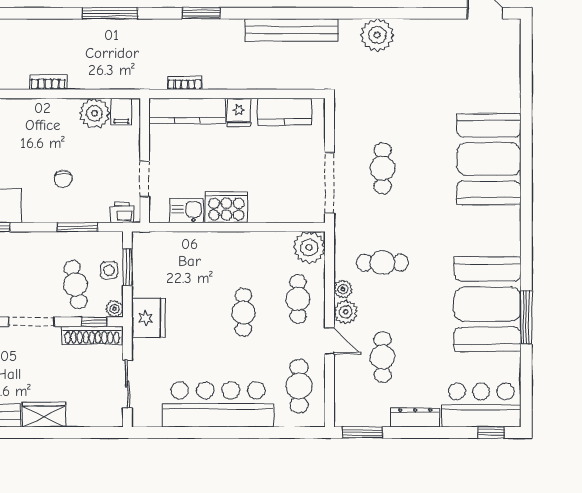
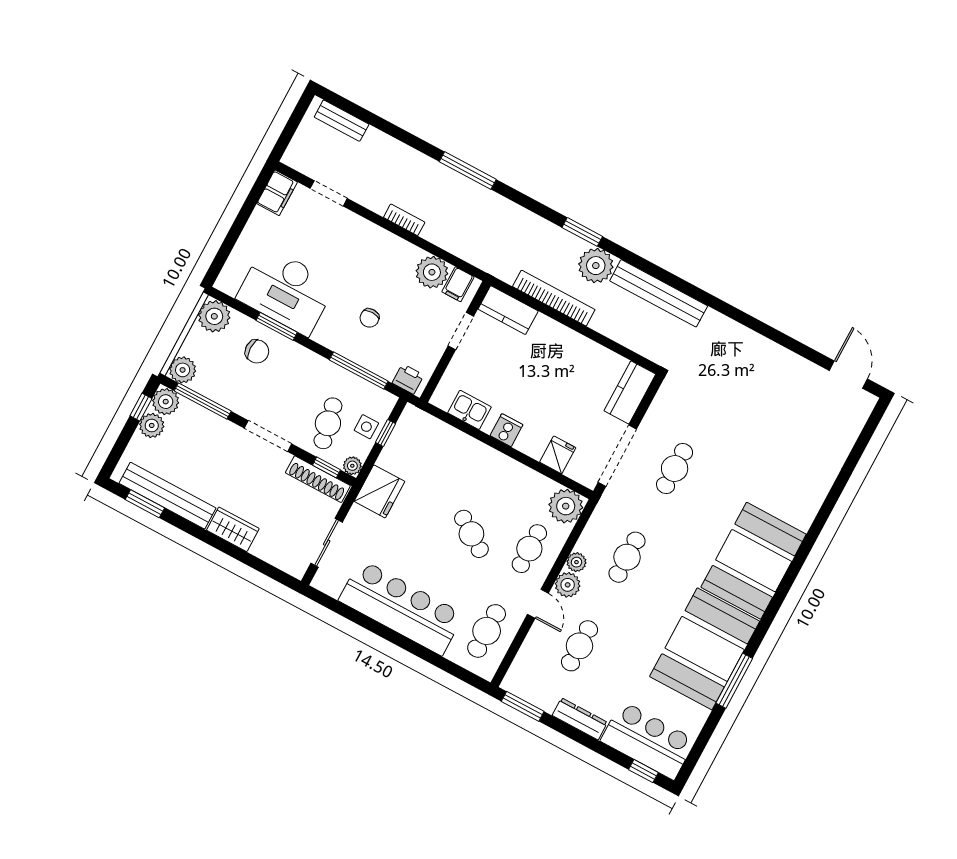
window: (110, 13) -> (468, 171), moved
plant: (377, 35) -> (596, 266), moved
bookcase: (185, 83) -> (554, 298), width x2.31, depth x1.31
kitchen counter: (187, 111) -> (508, 310), width x0.67
fridge: (239, 112) -> (558, 455), moved, turned 180
kitchen counter: (284, 112) -> (630, 392), moved, turned 90
booth: (489, 159) -> (754, 561), moved
doorway: (145, 179) -> (461, 331), moved
cooker: (226, 207) -> (506, 430), width x0.53, depth x0.76
window: (77, 227) -> (359, 370), width x1.44
cafe table: (383, 263) -> (627, 557), turned 90
window: (127, 267) -> (385, 433), width x0.67
cafe table: (243, 312) -> (471, 534), turned -56

